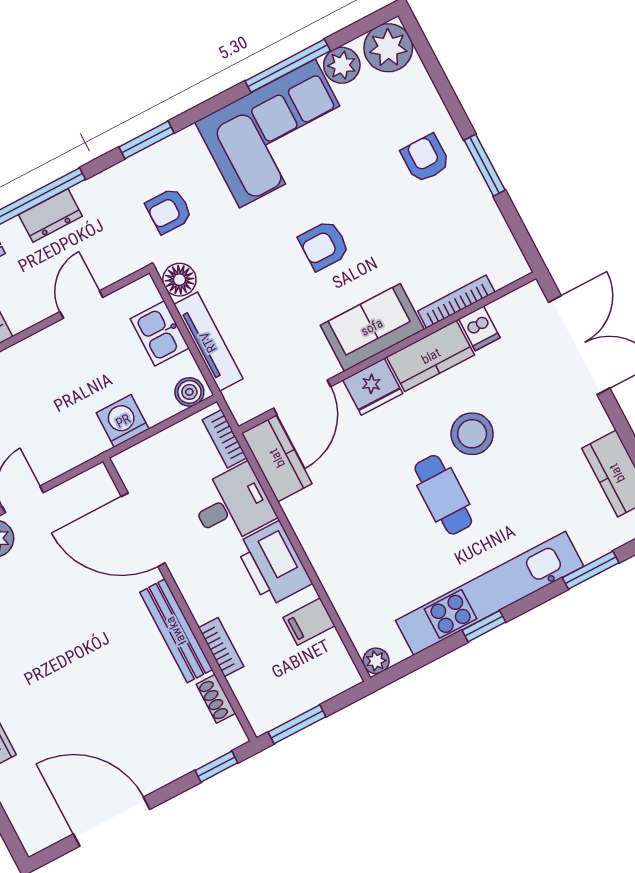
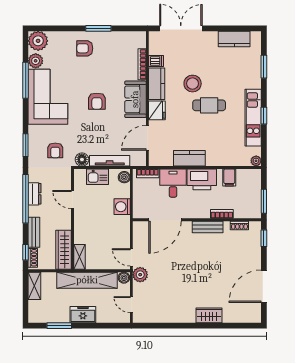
door: (302, 397) -> (147, 138), swing flipped
kitchen counter: (277, 458) -> (189, 158), moved
kitchen unit: (490, 593) -> (253, 118), width x0.73
bench: (176, 631) -> (208, 227), width x0.73

